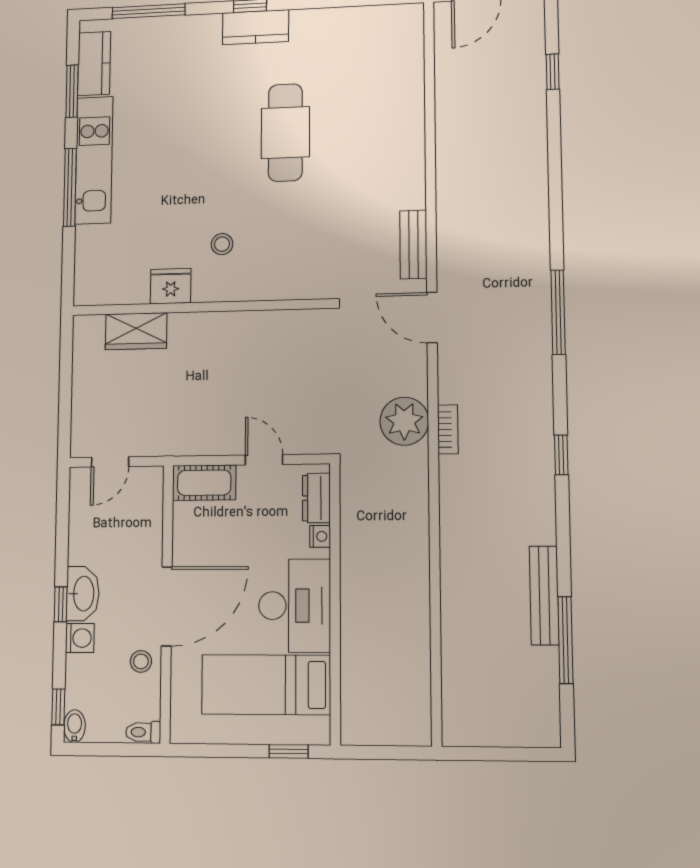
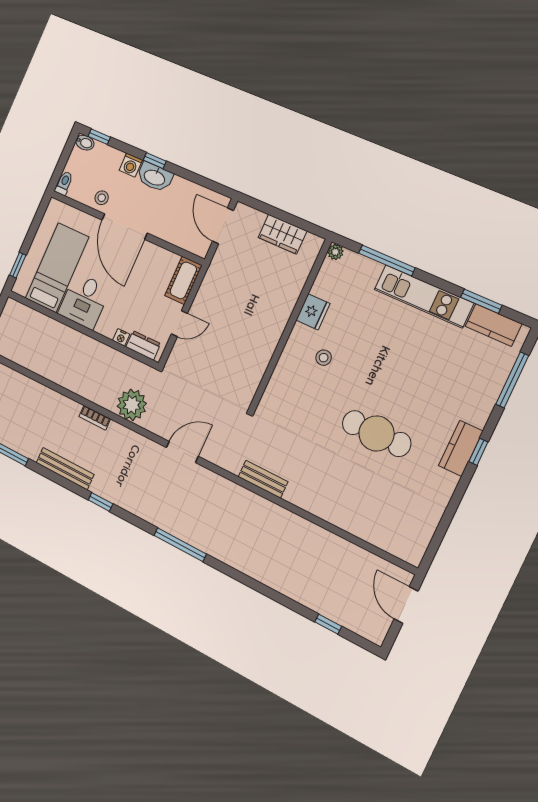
window: (70, 187) -> (387, 260), moved
plant: (84, 295) -> (335, 252), added
door: (432, 318) -> (182, 452), moved
wardrobe: (136, 331) -> (282, 234), moved, turned -90
plant: (404, 421) -> (132, 405), moved
bookcase: (448, 429) -> (95, 418), moved
door: (110, 462) -> (223, 226), width x1.38
bench: (544, 595) -> (65, 469), moved
desk: (295, 606) -> (84, 301), width x0.73

